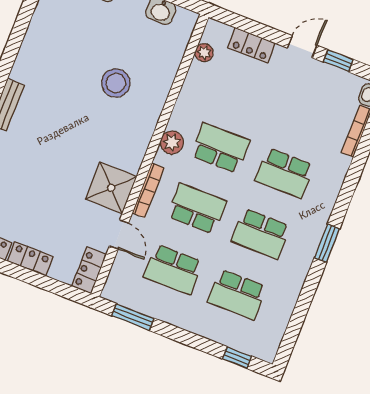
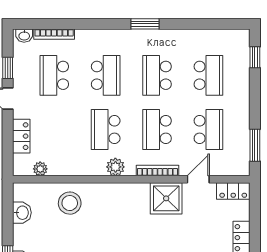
stool: (116, 83) -> (70, 203), moved
school desk: (308, 112) -> (54, 75), added
school desk: (261, 234) -> (157, 75), turned 180

